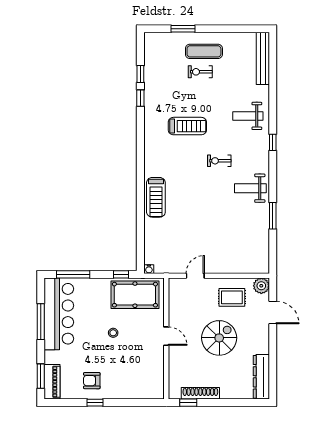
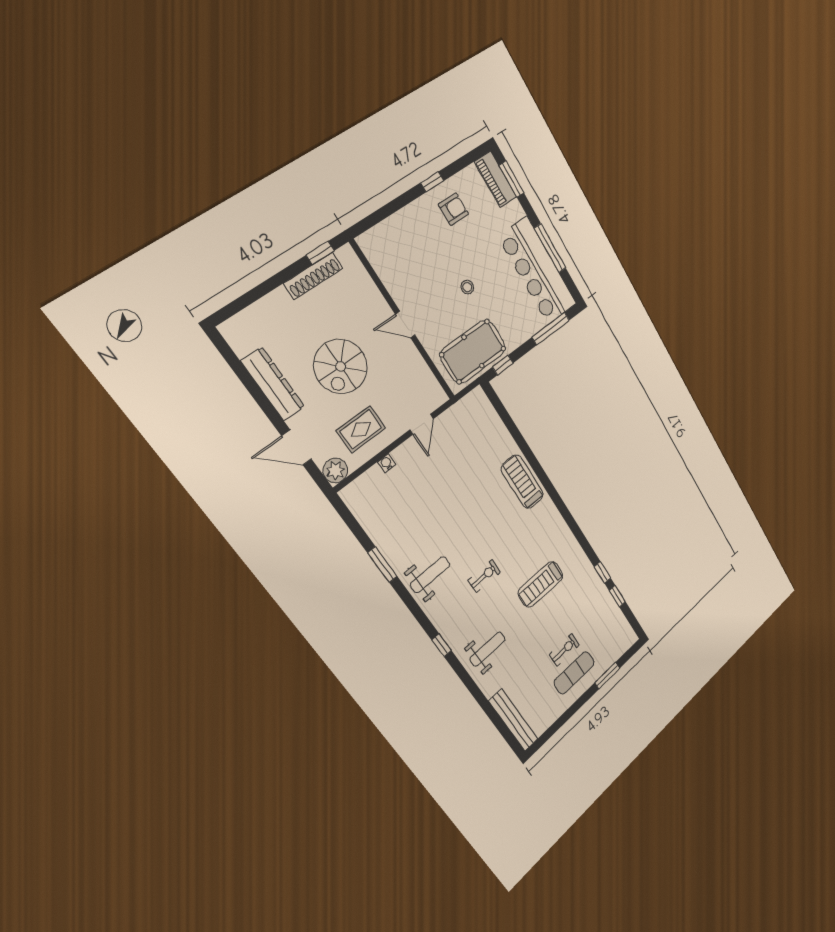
water cooler: (149, 269) -> (387, 463), moved
dresser: (261, 377) -> (273, 384), moved

